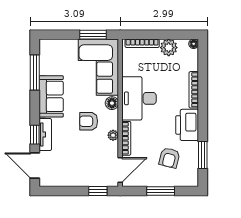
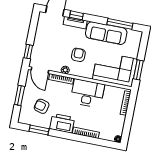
plant: (169, 48) -> (119, 121), removed
sofa: (51, 96) -> (106, 33), width x1.36
floor lamp: (112, 103) -> (88, 74), removed

